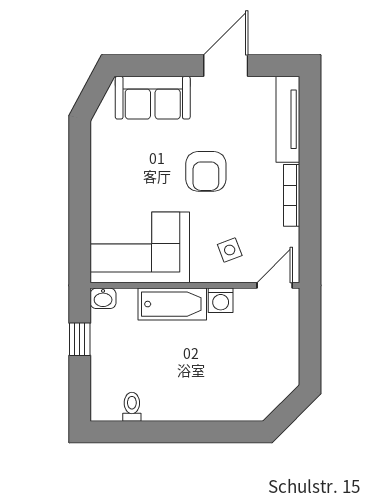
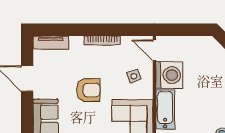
tv unit: (288, 119) -> (51, 43), width x0.71
washing machine: (221, 300) -> (169, 75), width x1.89, depth x1.89

